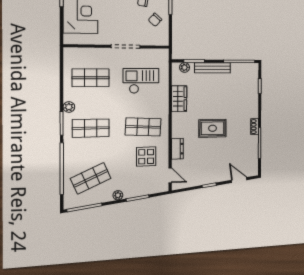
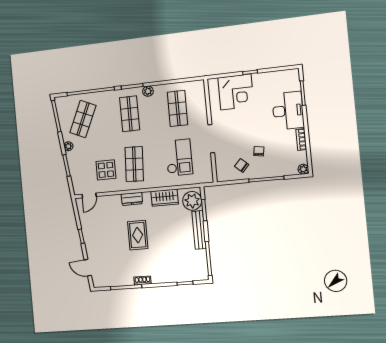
plant: (185, 67) -> (192, 201), width x1.87, depth x1.87
dresser: (177, 149) -> (132, 199), moved
shop shelf: (91, 178) -> (83, 119), turned 48
door: (239, 180) -> (88, 268), swing flipped

